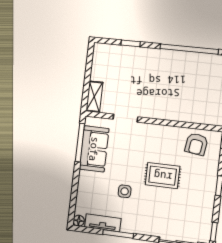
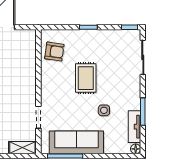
sofa: (94, 149) -> (76, 142), width x1.36

